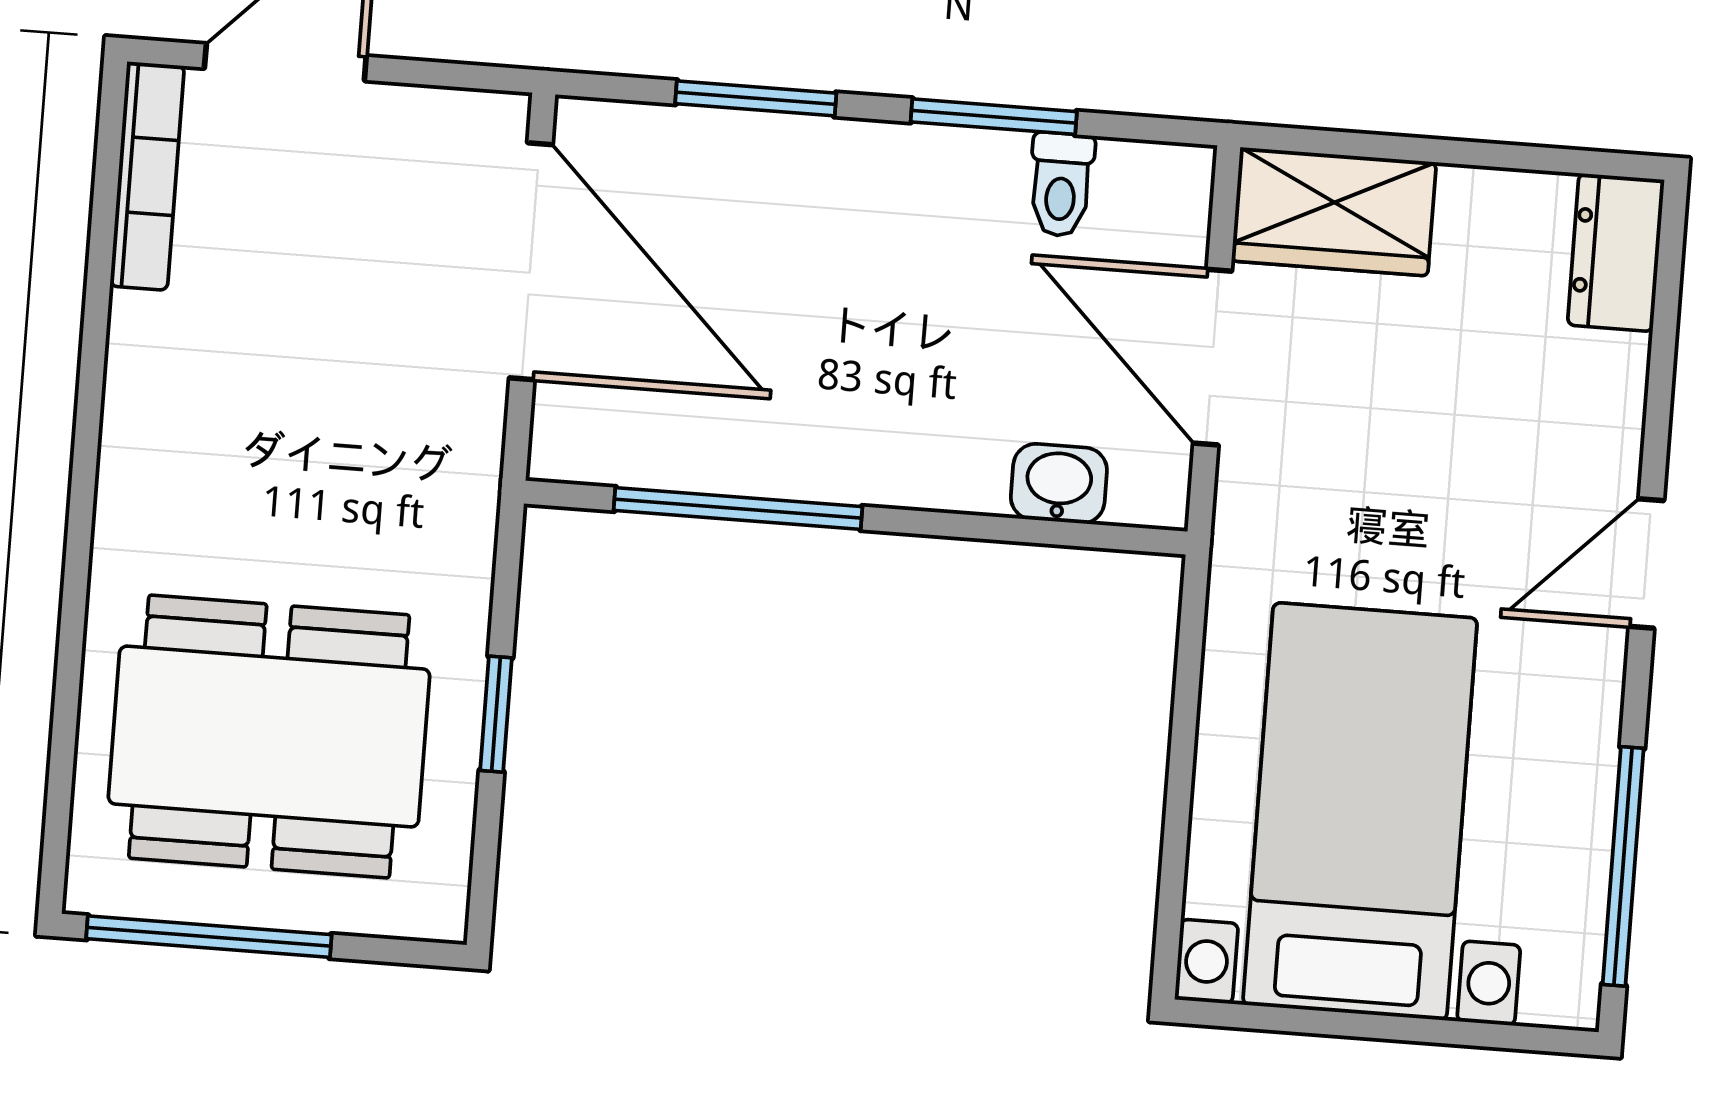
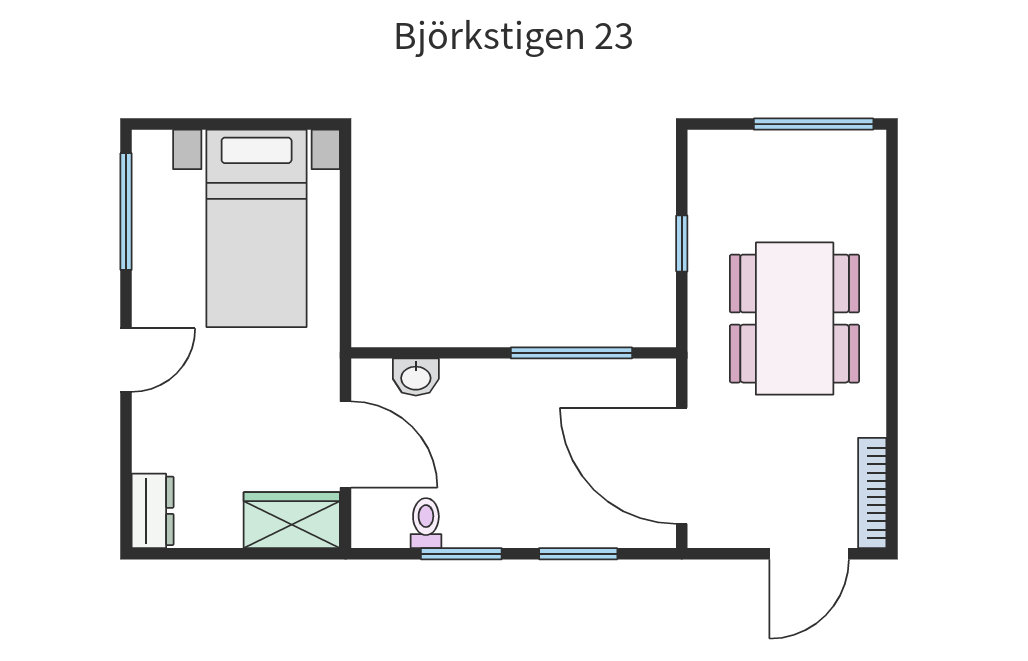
dining table: (269, 737) -> (795, 319), moved, turned 90

